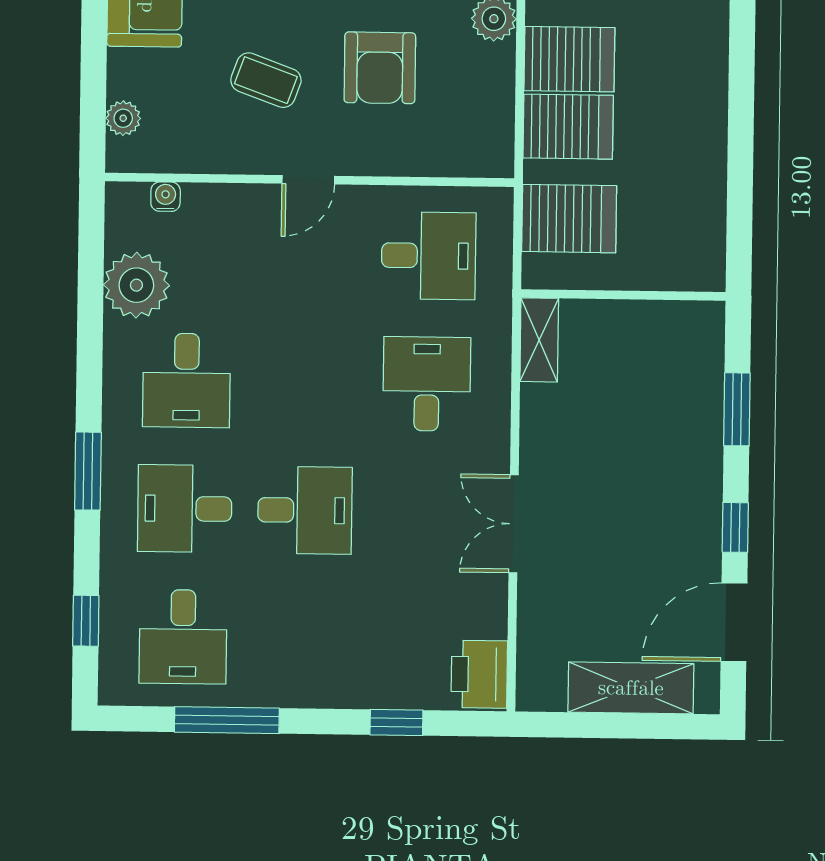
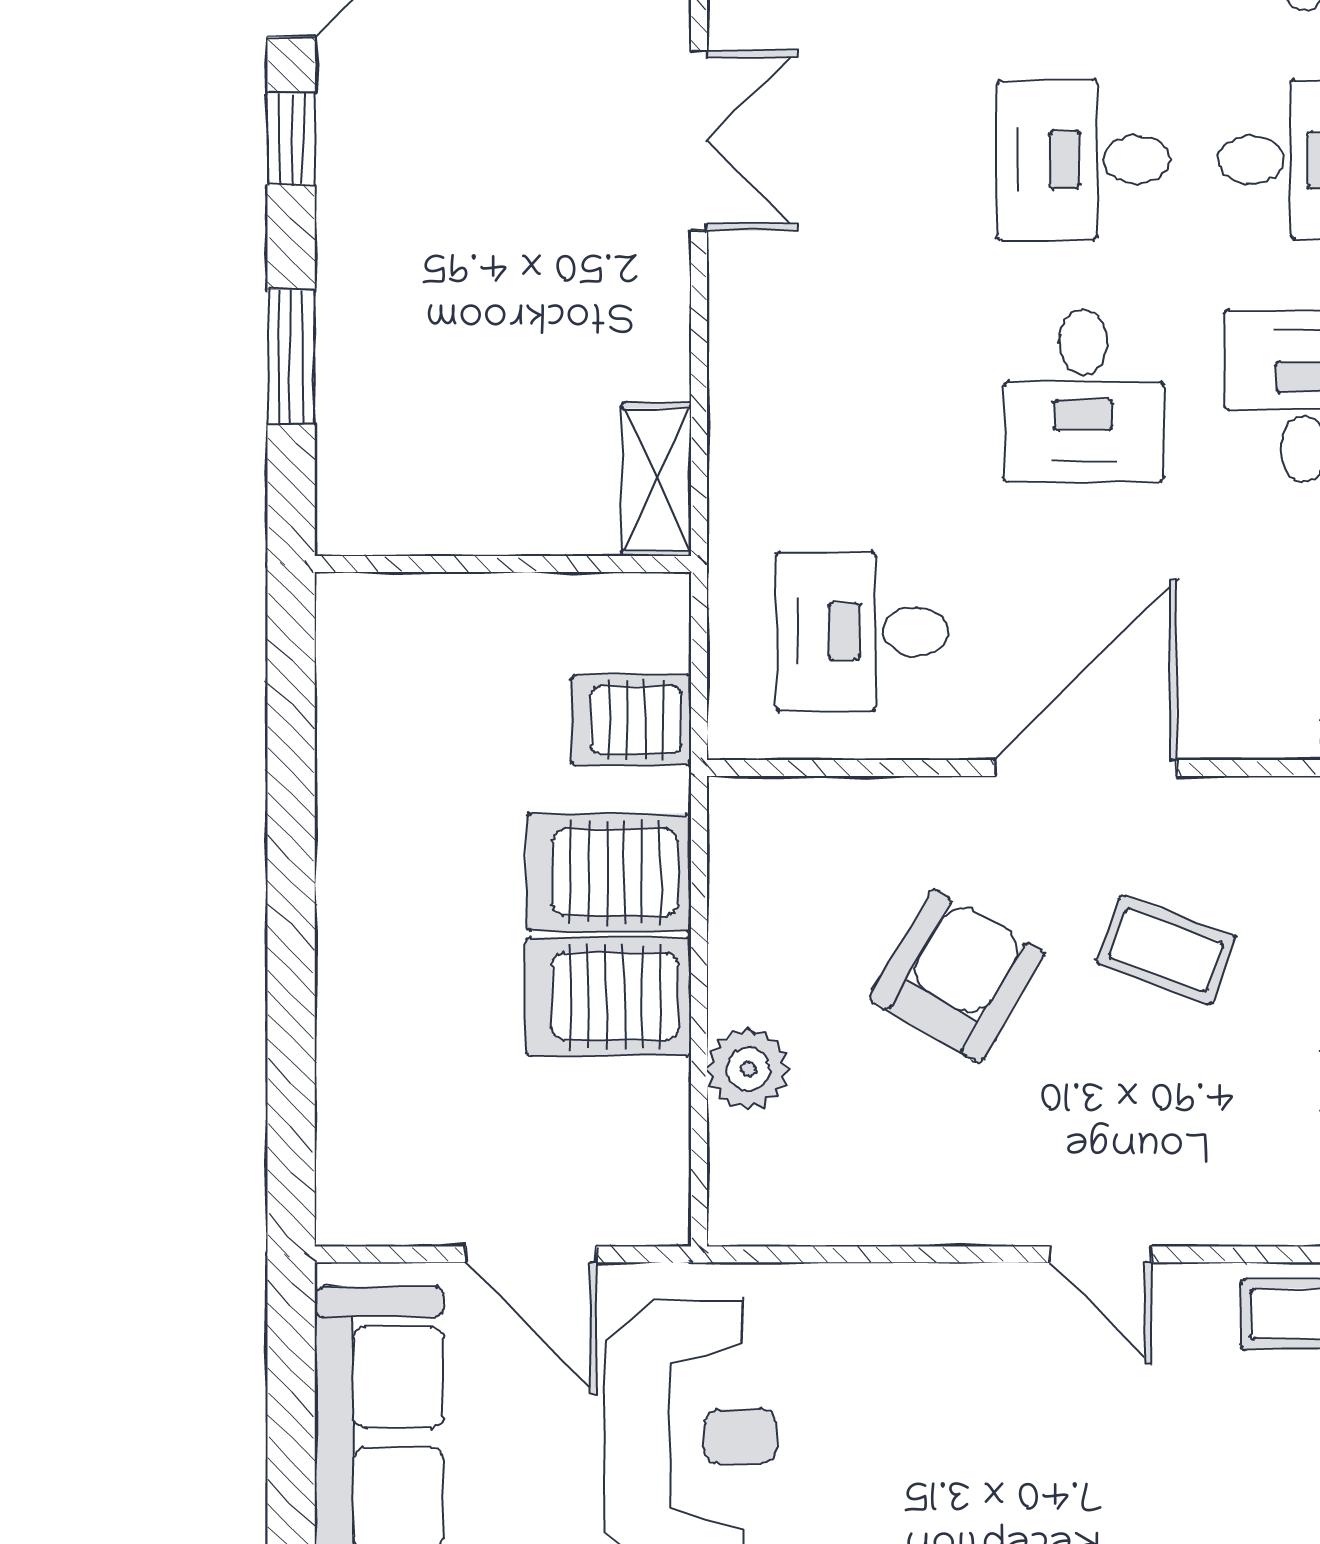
armchair: (380, 68) -> (957, 976), turned 30
door: (308, 180) -> (1085, 768), width x1.88
server rack: (569, 219) -> (631, 720), width x0.73, depth x0.70
desk: (427, 384) -> (1083, 396), moved

